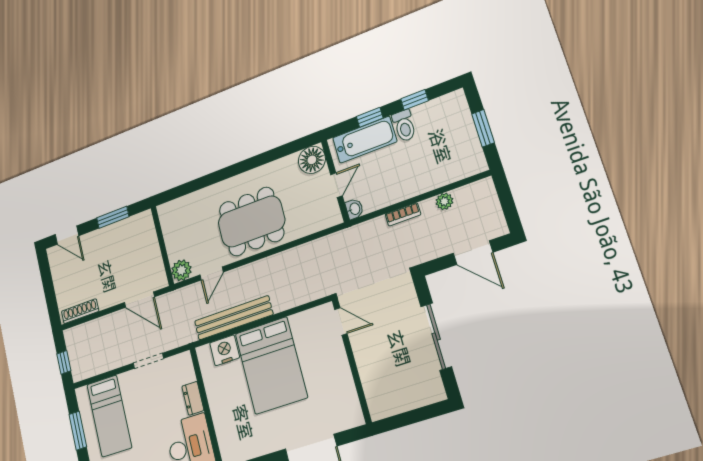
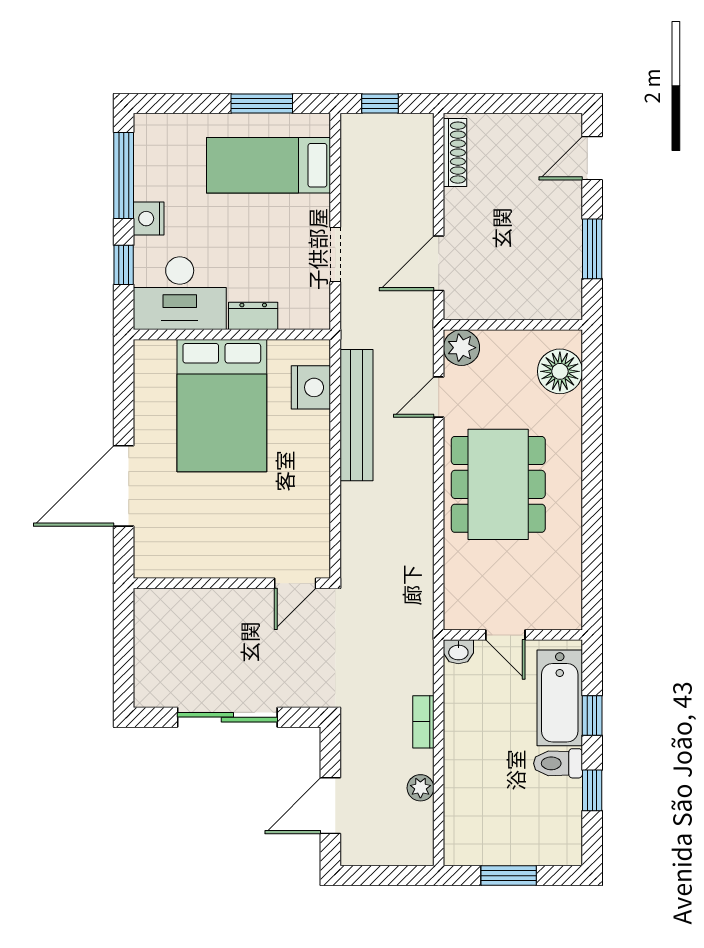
floor lamp: (312, 160) -> (560, 371), moved
door: (212, 274) -> (439, 397), hinge flipped
bed: (271, 365) -> (222, 406), moved, turned -90

